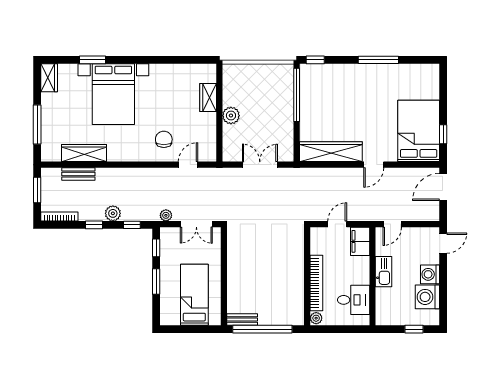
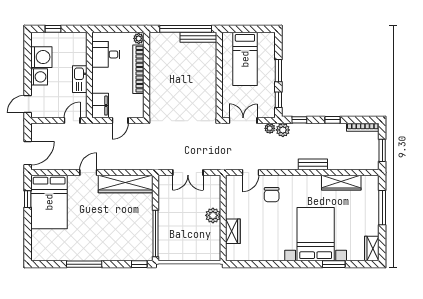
bench: (78, 174) -> (313, 164), moved
plant: (113, 213) -> (283, 130), moved
bench: (242, 319) -> (198, 37), width x1.36

